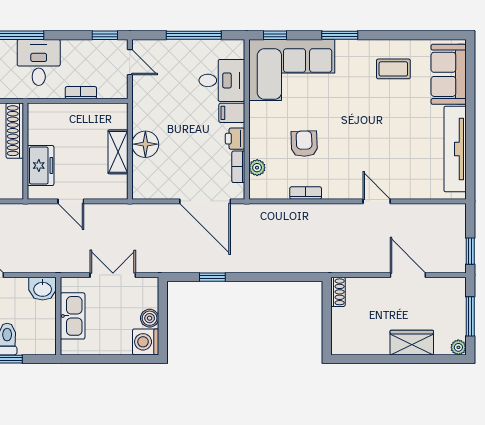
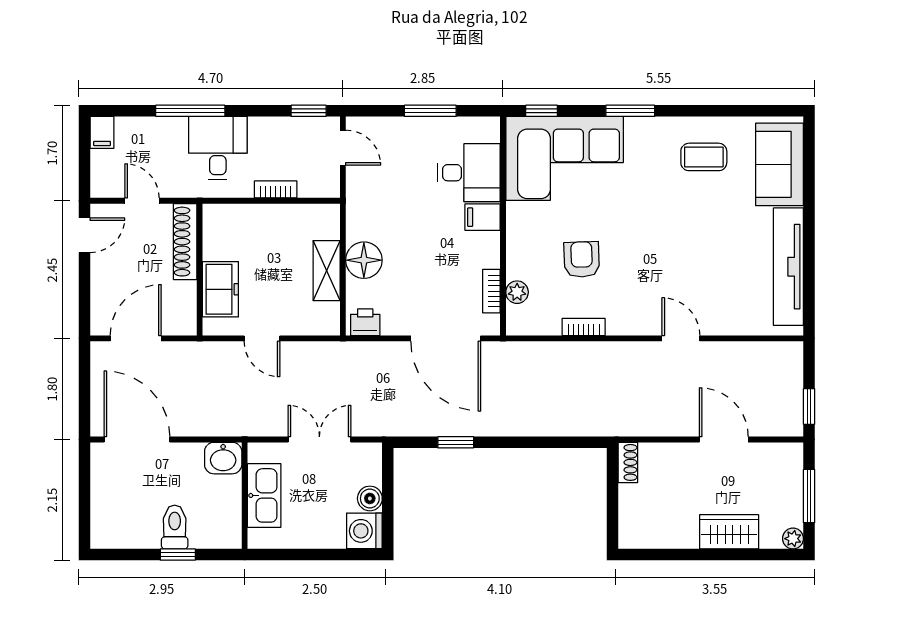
window: (194, 35) -> (430, 111), width x0.69
printer: (235, 139) -> (365, 322), moved, turned 90

